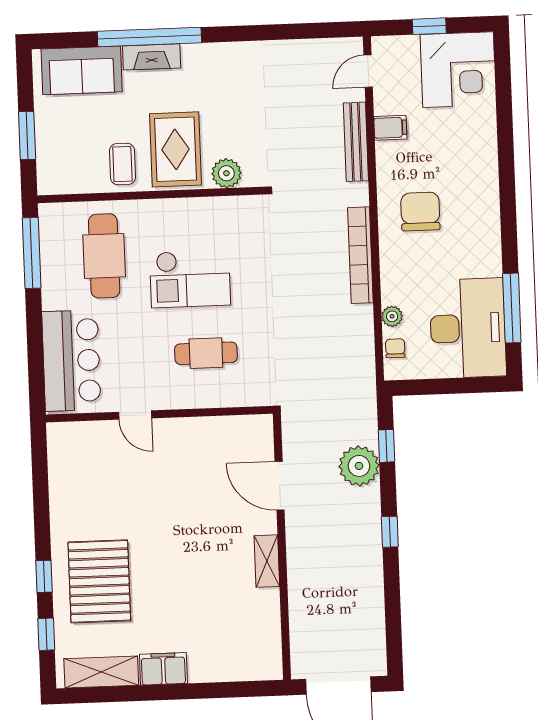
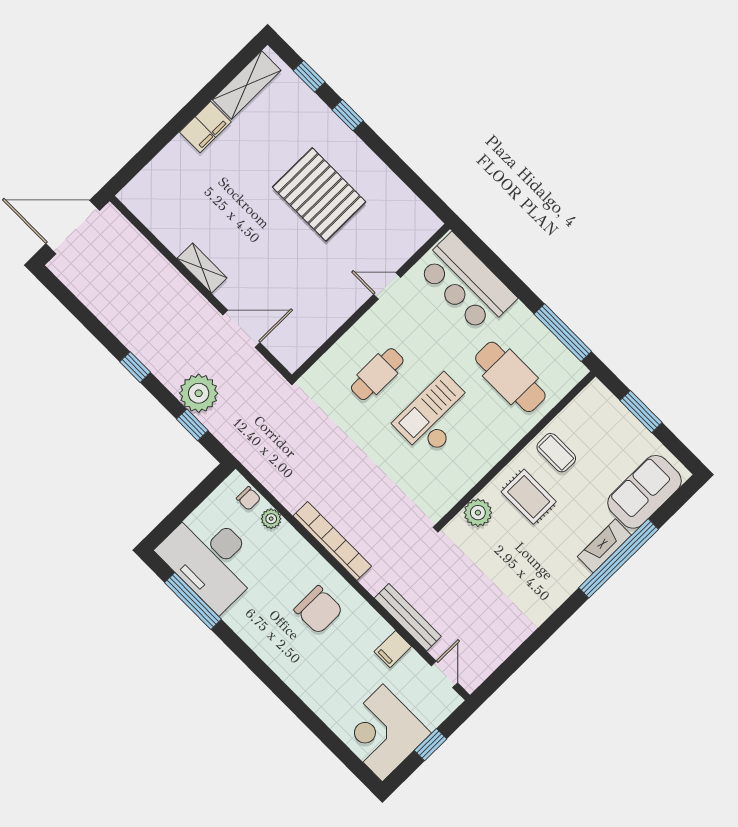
rug: (175, 149) -> (529, 497), width x0.73, depth x0.70
pallet: (99, 581) -> (319, 195), moved

